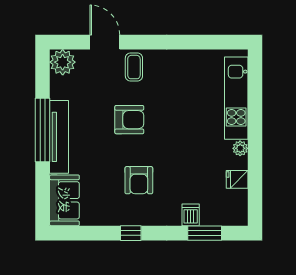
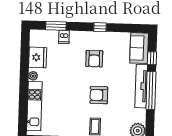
fridge: (237, 179) -> (38, 57), width x1.88, depth x1.34
armchair: (139, 180) -> (94, 59), turned 180
window: (42, 184) -> (152, 58), added

